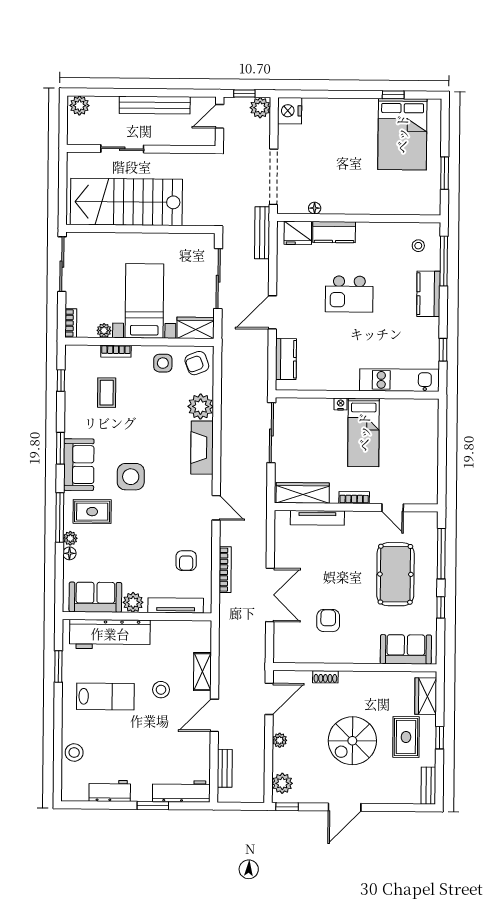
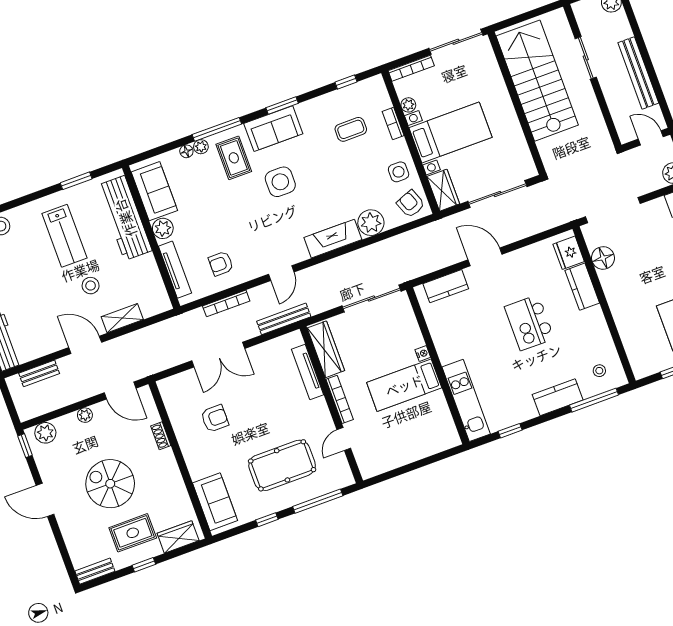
floor lamp: (315, 208) -> (603, 258), width x1.89, depth x1.89
bench: (262, 233) -> (284, 319), moved
bookcase: (71, 323) -> (411, 68), width x1.56
bookcase: (354, 498) -> (340, 399), width x1.56

